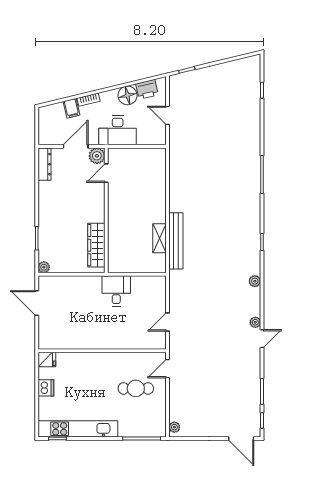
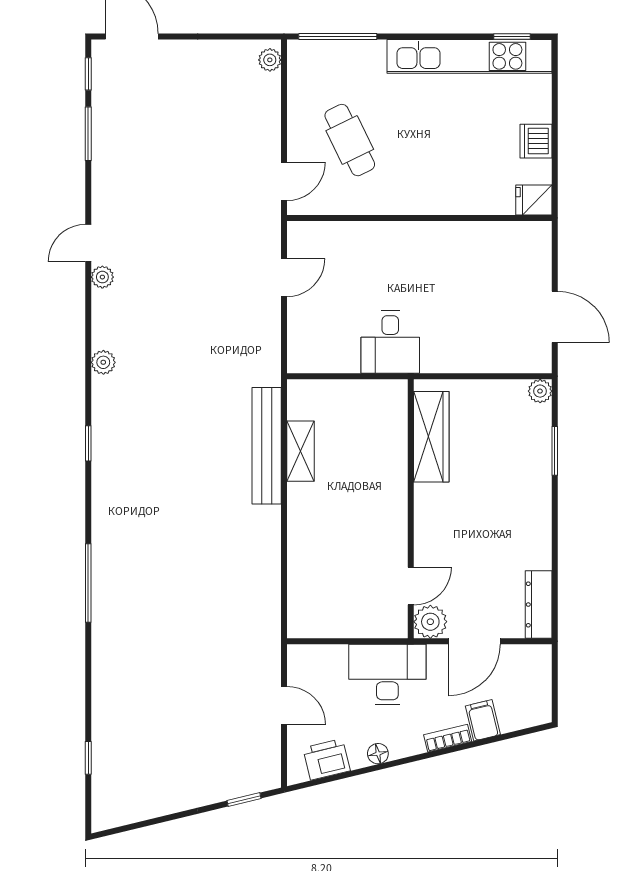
floor lamp: (128, 95) -> (378, 754), width x0.53, depth x0.53
cafe table: (136, 388) -> (350, 140), turned 64

